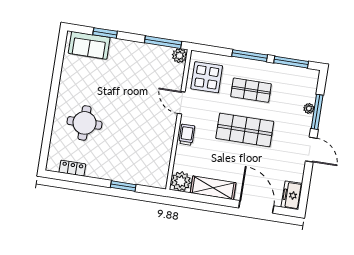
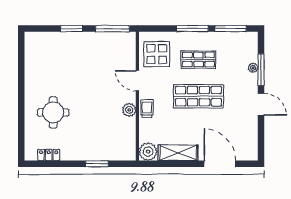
window: (105, 33) -> (72, 29), moved
sofa: (89, 45) -> (46, 42), removed
plant: (180, 56) -> (129, 110), moved
freezer: (292, 195) -> (250, 148), removed

